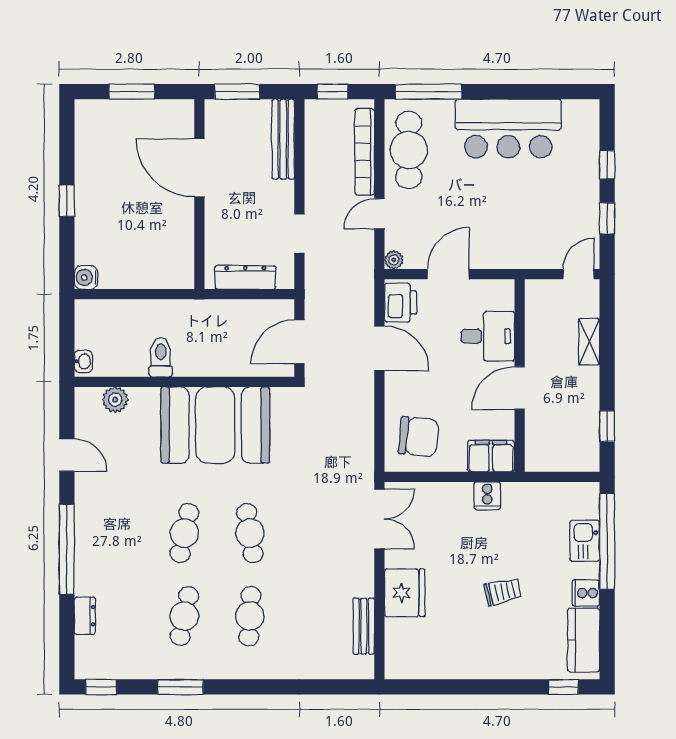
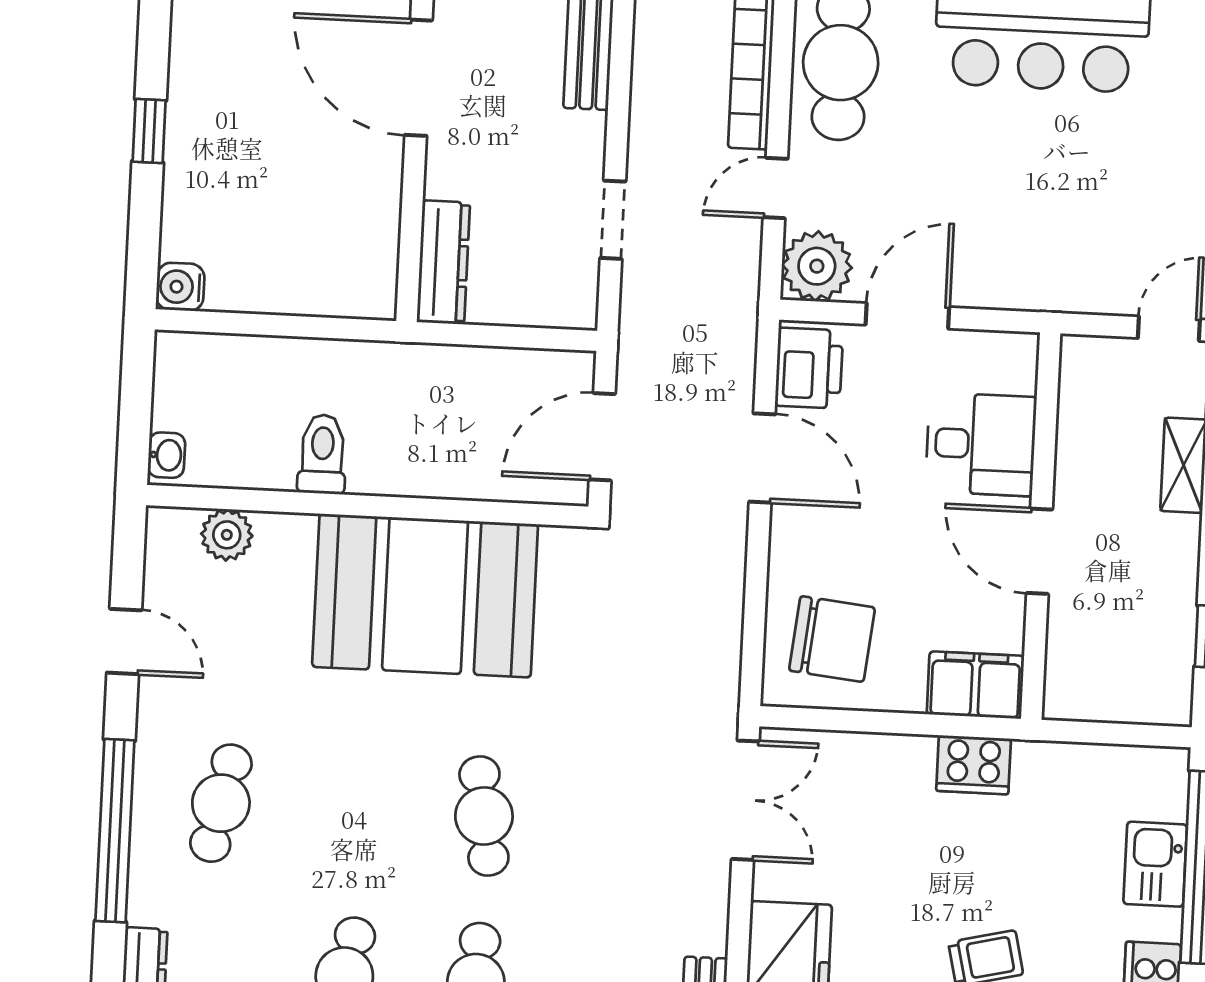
plant: (394, 260) -> (817, 266), width x1.88, depth x1.88
dresser: (245, 277) -> (443, 262), moved, turned 90
door: (520, 388) -> (1039, 551), hinge flipped
cooker: (487, 496) -> (974, 765), width x1.36
cafe table: (184, 533) -> (221, 803), moved

